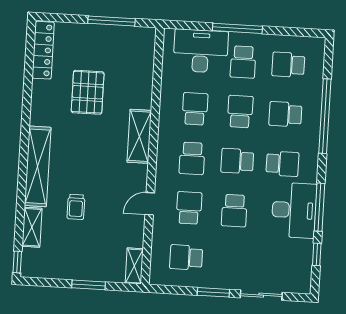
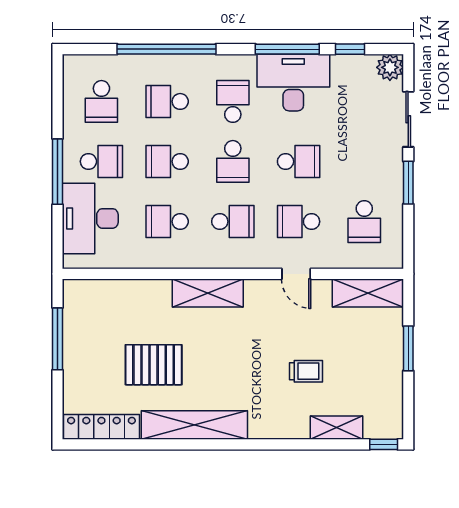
school desk: (285, 114) -> (167, 101), turned 90
shelving: (38, 166) -> (194, 425), moved
shelving: (134, 266) -> (368, 293), width x1.50, depth x1.33
plant: (301, 284) -> (390, 67), added

